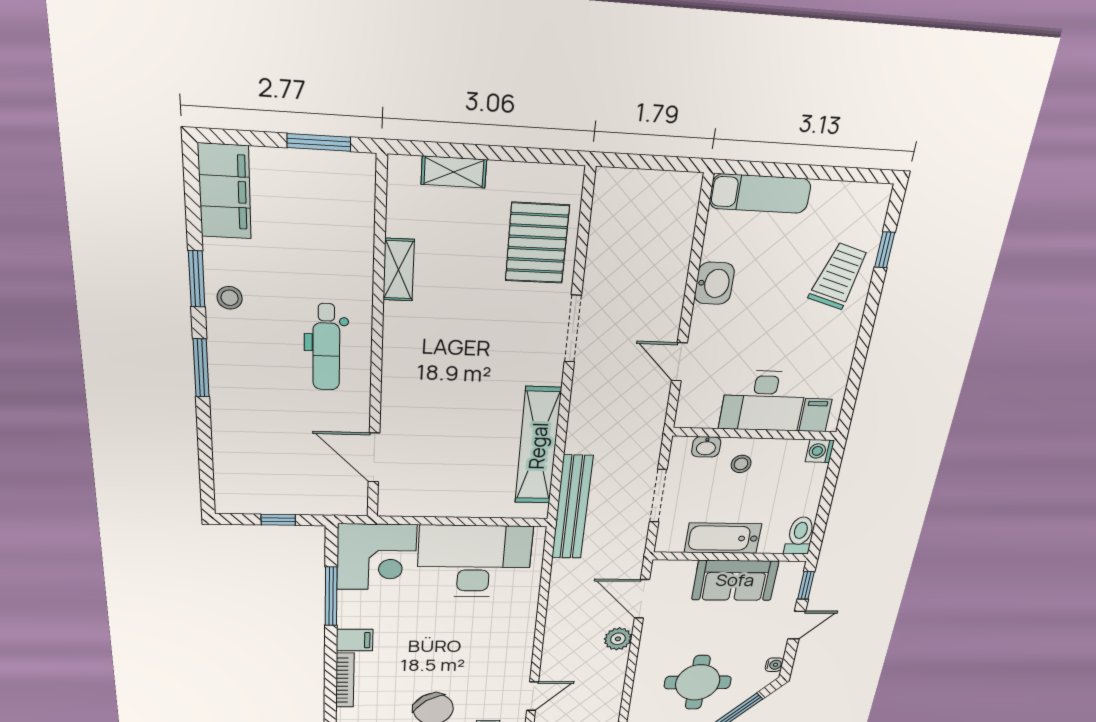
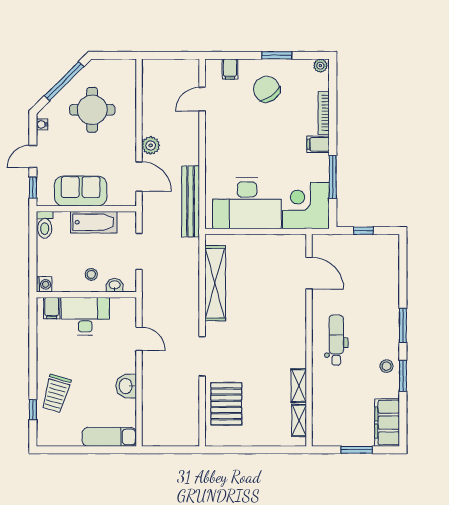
window: (319, 142) -> (357, 450), moved
shelving: (454, 172) -> (299, 420), moved, turned 90
bench: (572, 508) -> (191, 201), moved

